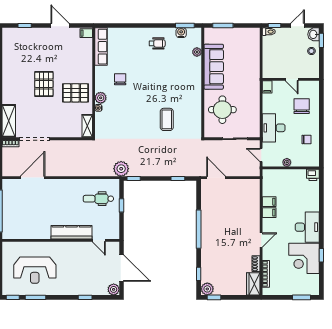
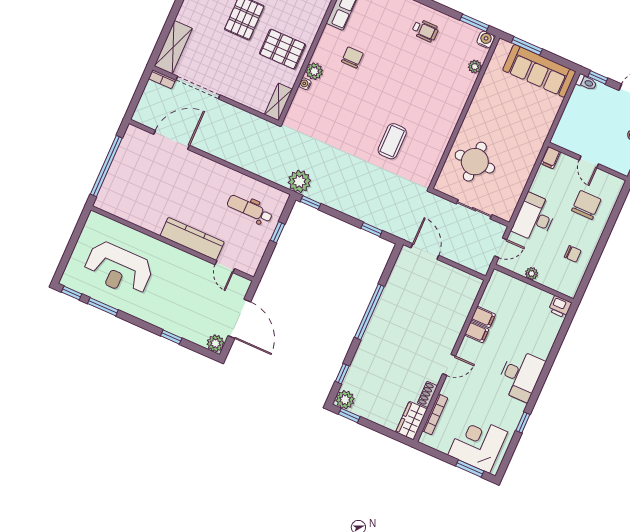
water cooler: (181, 33) -> (486, 39), moved
sofa: (214, 67) -> (539, 71), moved, turned 90
door: (261, 155) -> (501, 248), swing flipped
corner desk: (304, 258) -> (478, 444), moved, turned 90

